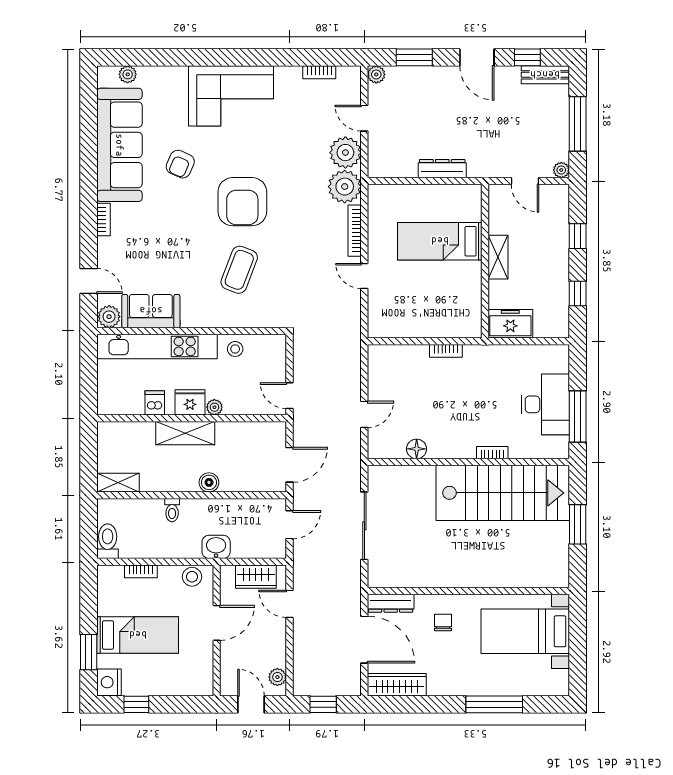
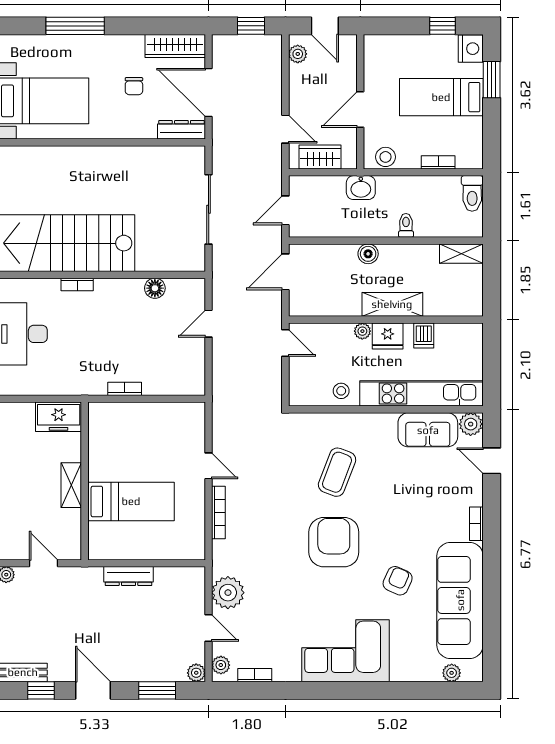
plant: (345, 187) -> (221, 665), moved, width x0.53, depth x0.53
chair: (443, 622) -> (134, 86), moved

